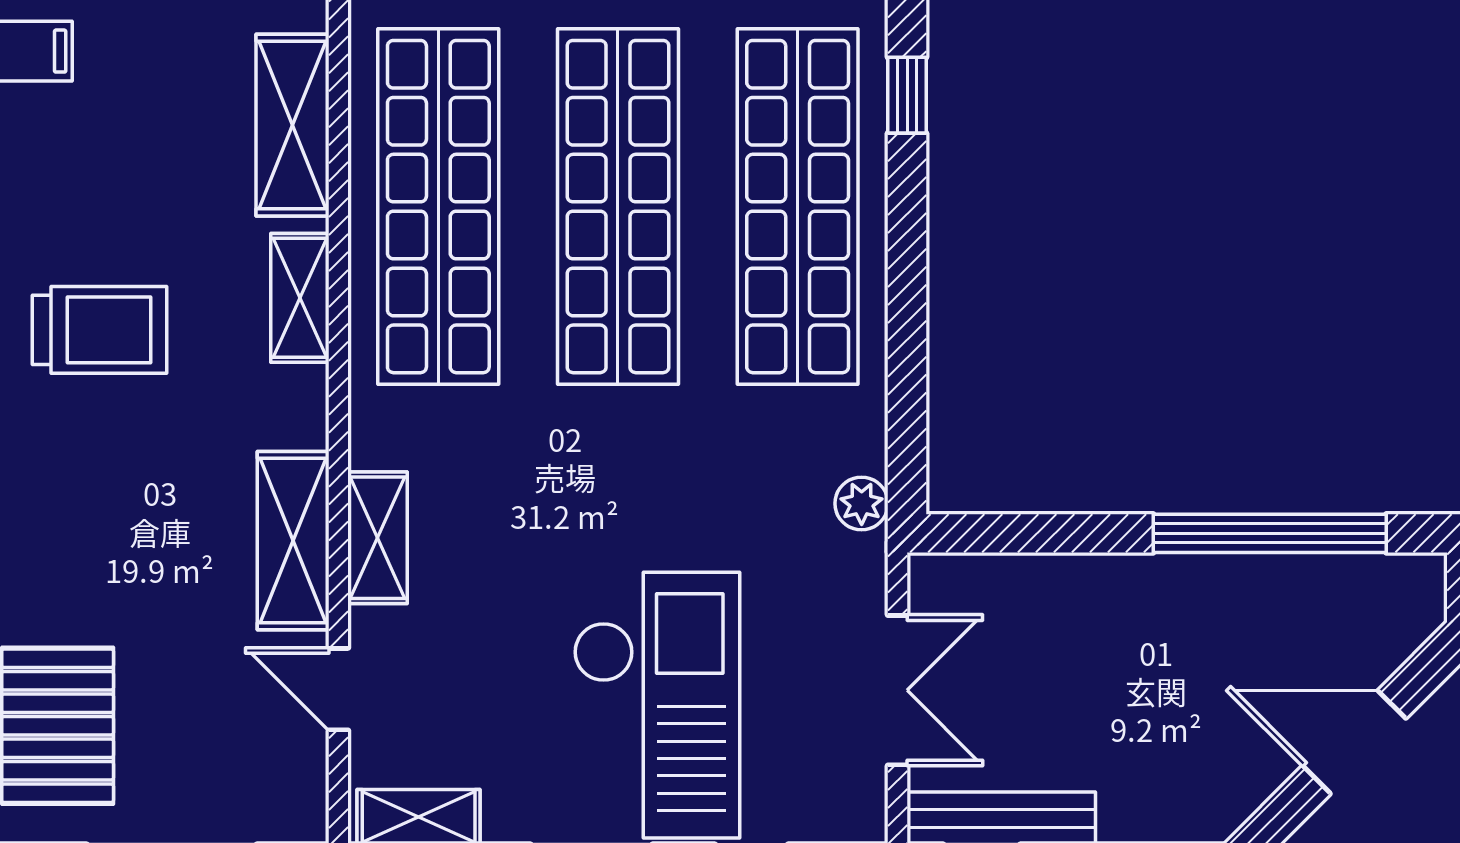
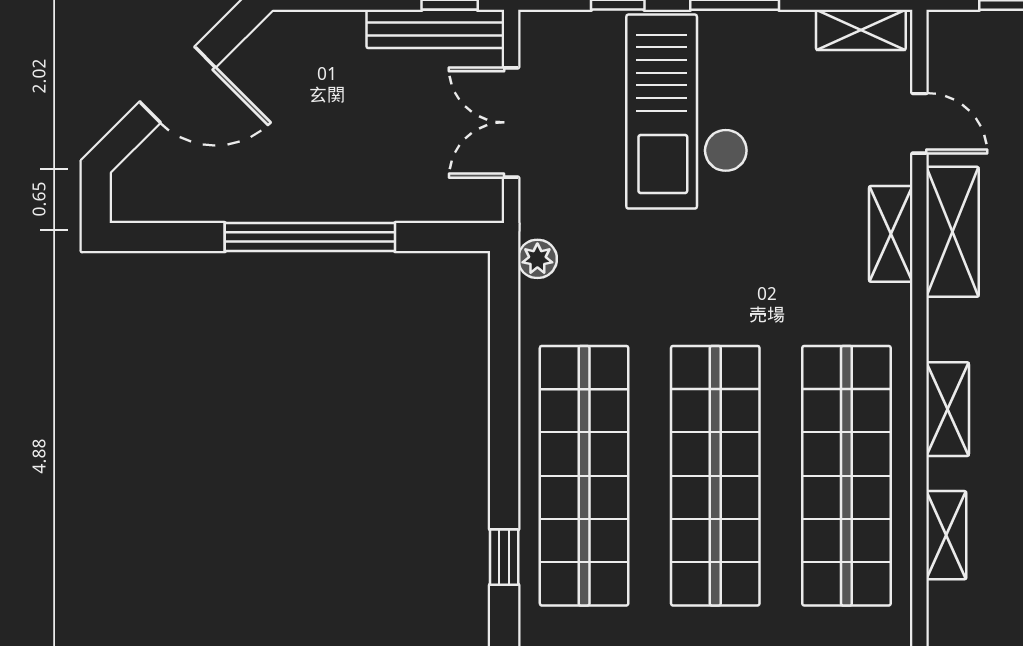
shelving: (293, 125) -> (946, 535), width x0.67, depth x0.75
window: (1270, 533) -> (310, 237), moved

